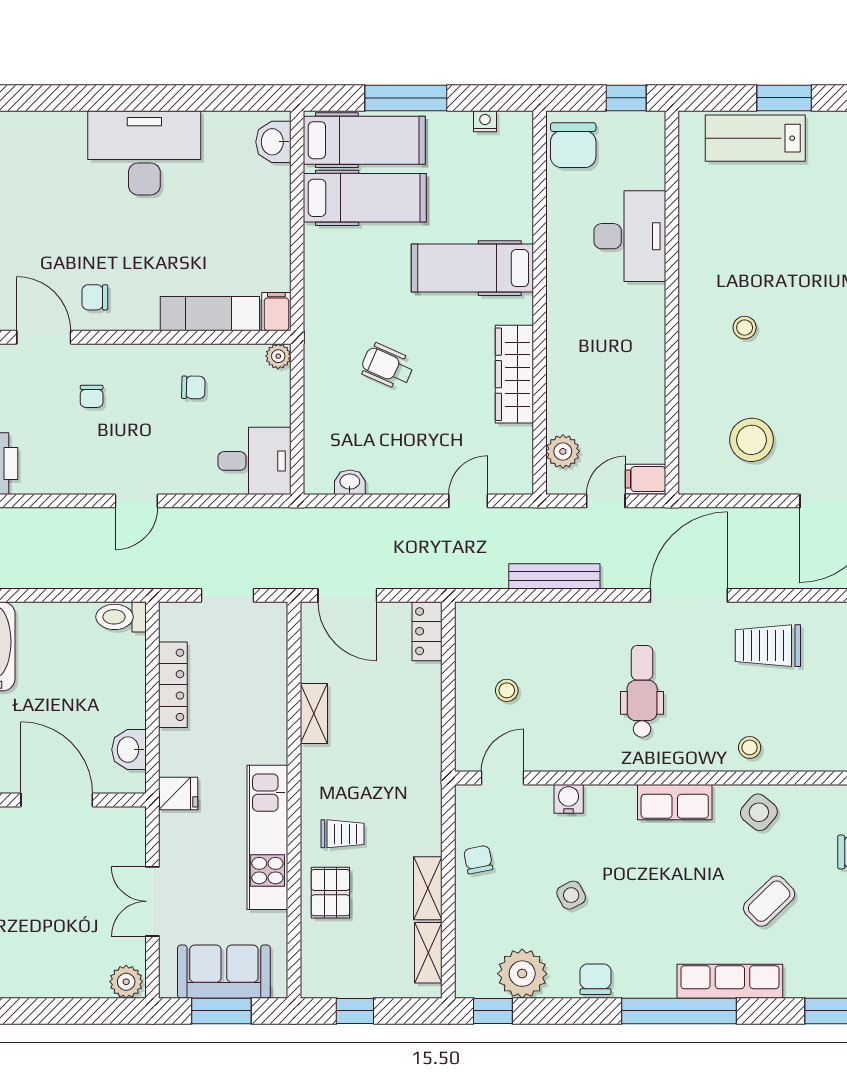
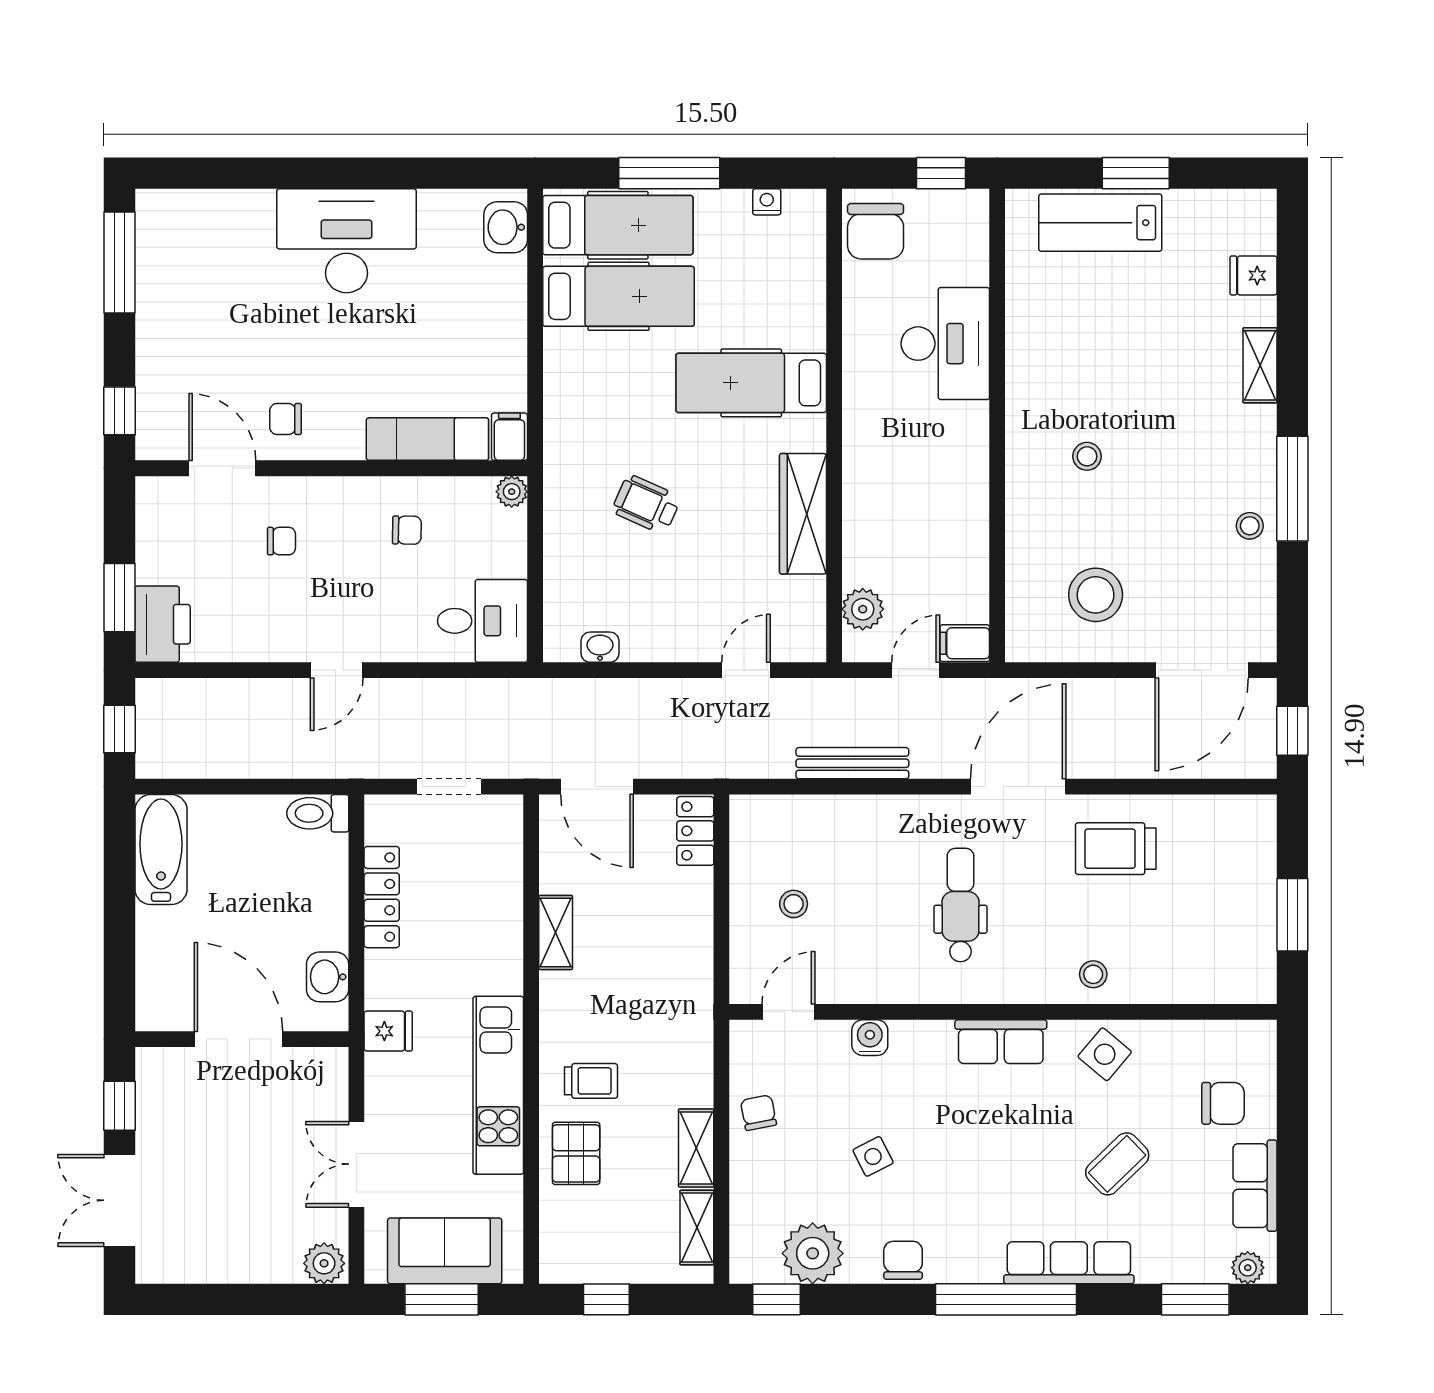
chair: (92, 396) -> (281, 541), turned -90

